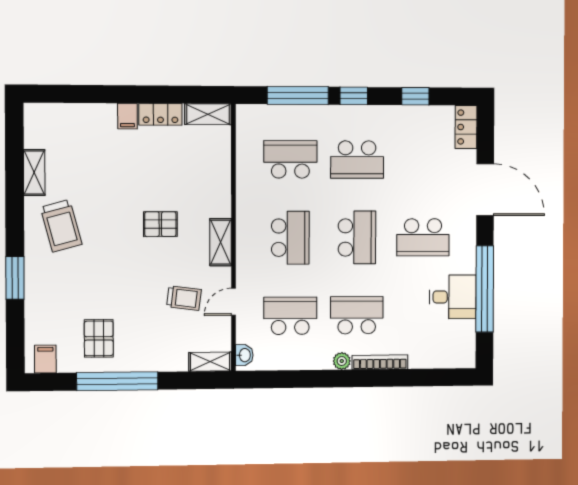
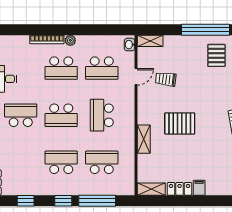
school desk: (290, 159) -> (102, 162), turned 180
pallet: (160, 224) -> (180, 123), width x1.50, depth x1.42
school desk: (357, 237) -> (61, 115), turned -90
shelving: (221, 242) -> (144, 139), moved

